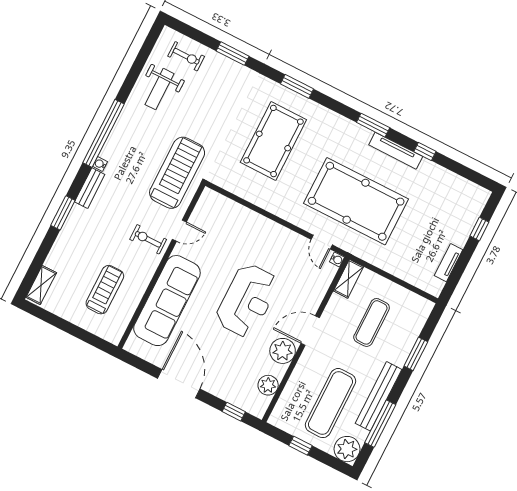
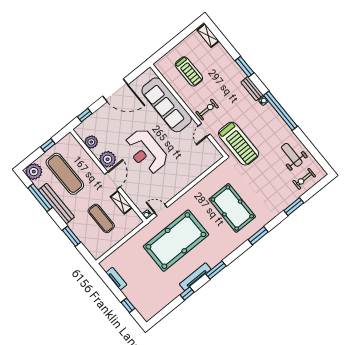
shelving: (348, 279) -> (121, 202), moved

